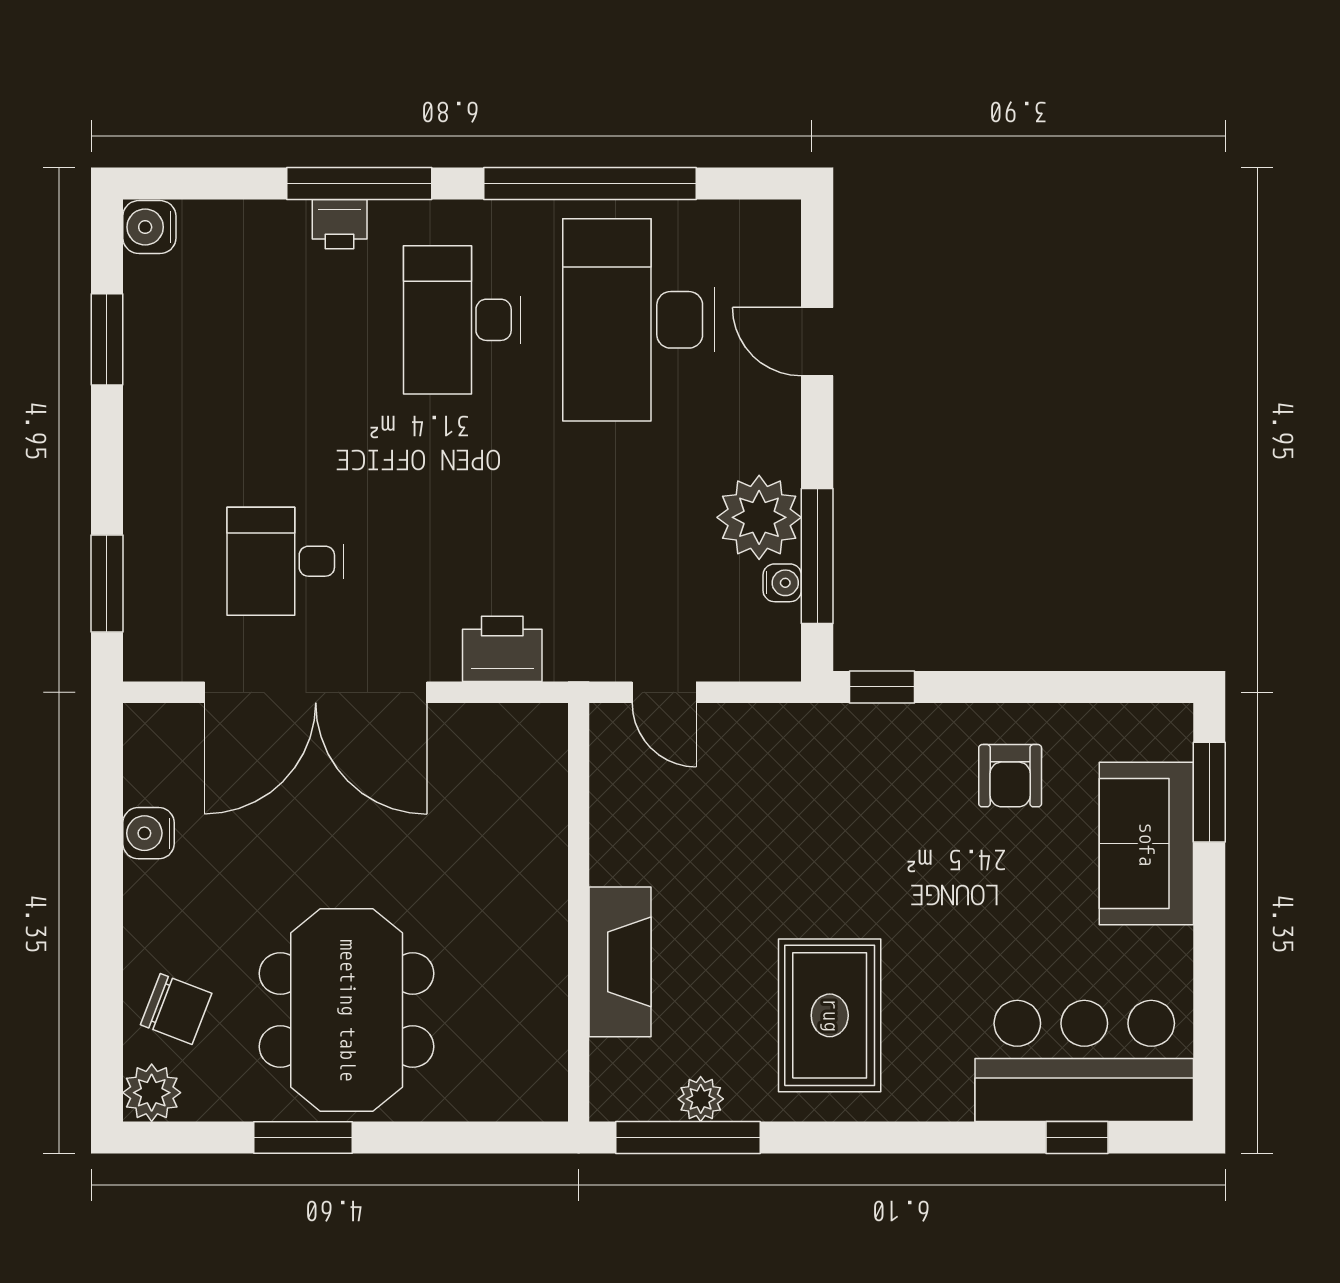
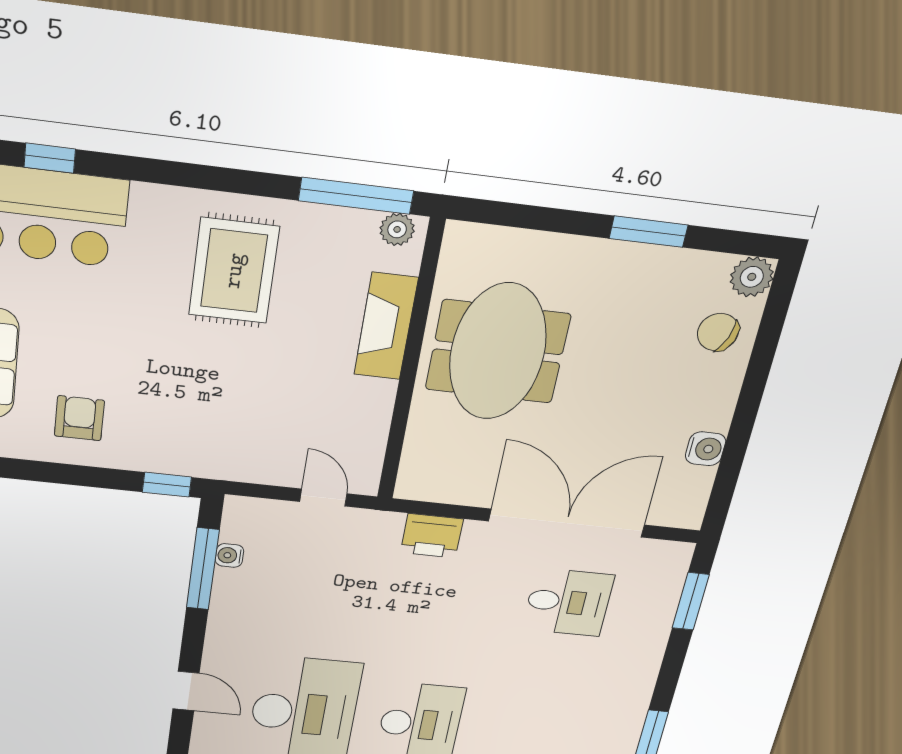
plant: (759, 517) -> (240, 596), removed
meeting table: (347, 1010) -> (498, 352), moved
plant: (701, 1099) -> (397, 229), moved

